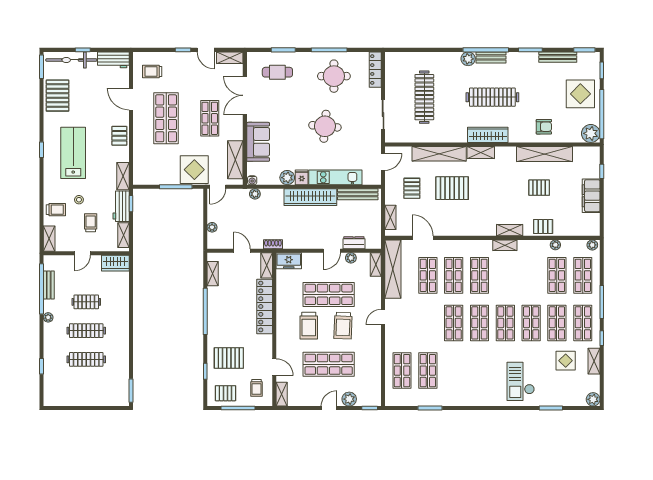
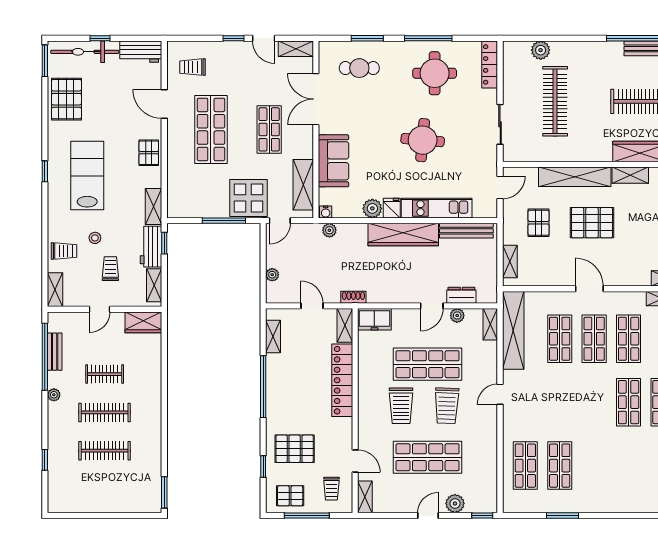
plant: (468, 59) -> (541, 50), moved
door: (423, 238) -> (589, 289), moved
shop shelf: (454, 323) -> (594, 402), removed

